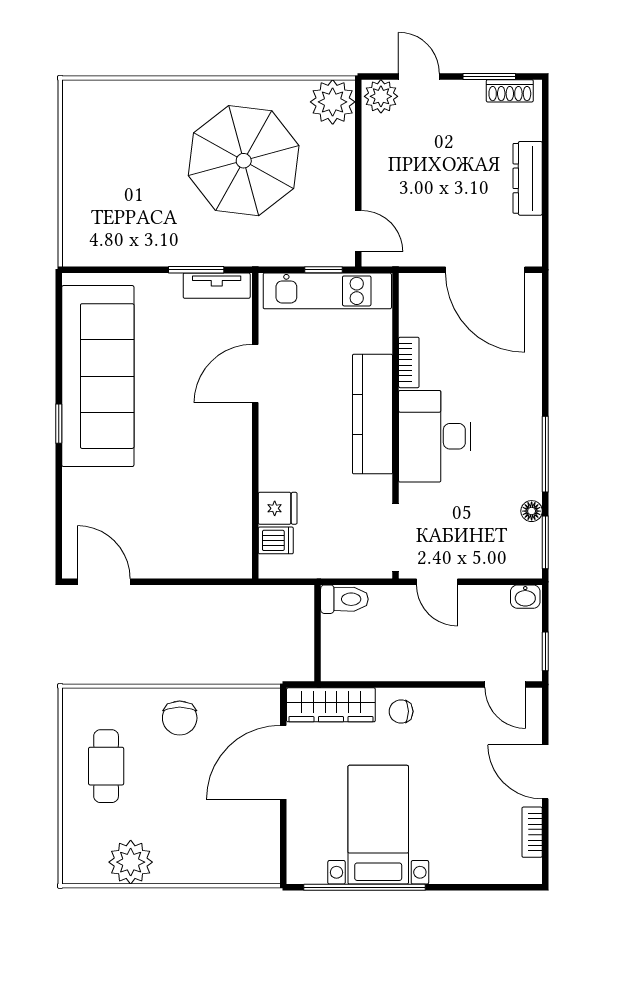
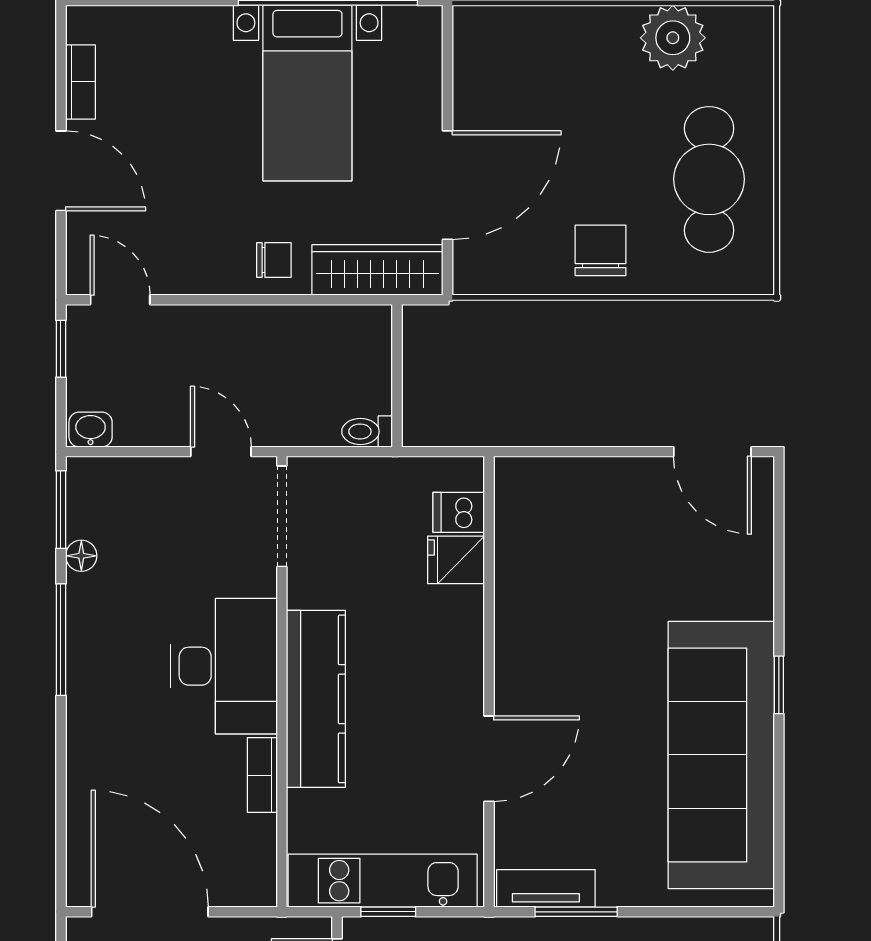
toilet: (344, 599) -> (367, 431), width x0.73, depth x0.72
cafe table: (106, 766) -> (709, 179), width x1.37, depth x1.35

